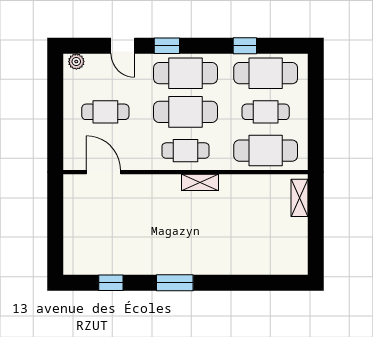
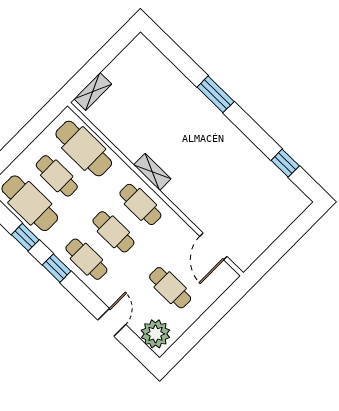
window: (167, 46) -> (57, 268), moved
plant: (76, 62) -> (155, 334), width x1.88, depth x1.88
cafe table: (186, 73) -> (86, 259), width x0.73, depth x0.74
cafe table: (186, 112) -> (113, 232), width x0.73, depth x0.74
window: (175, 283) -> (216, 94), moved

